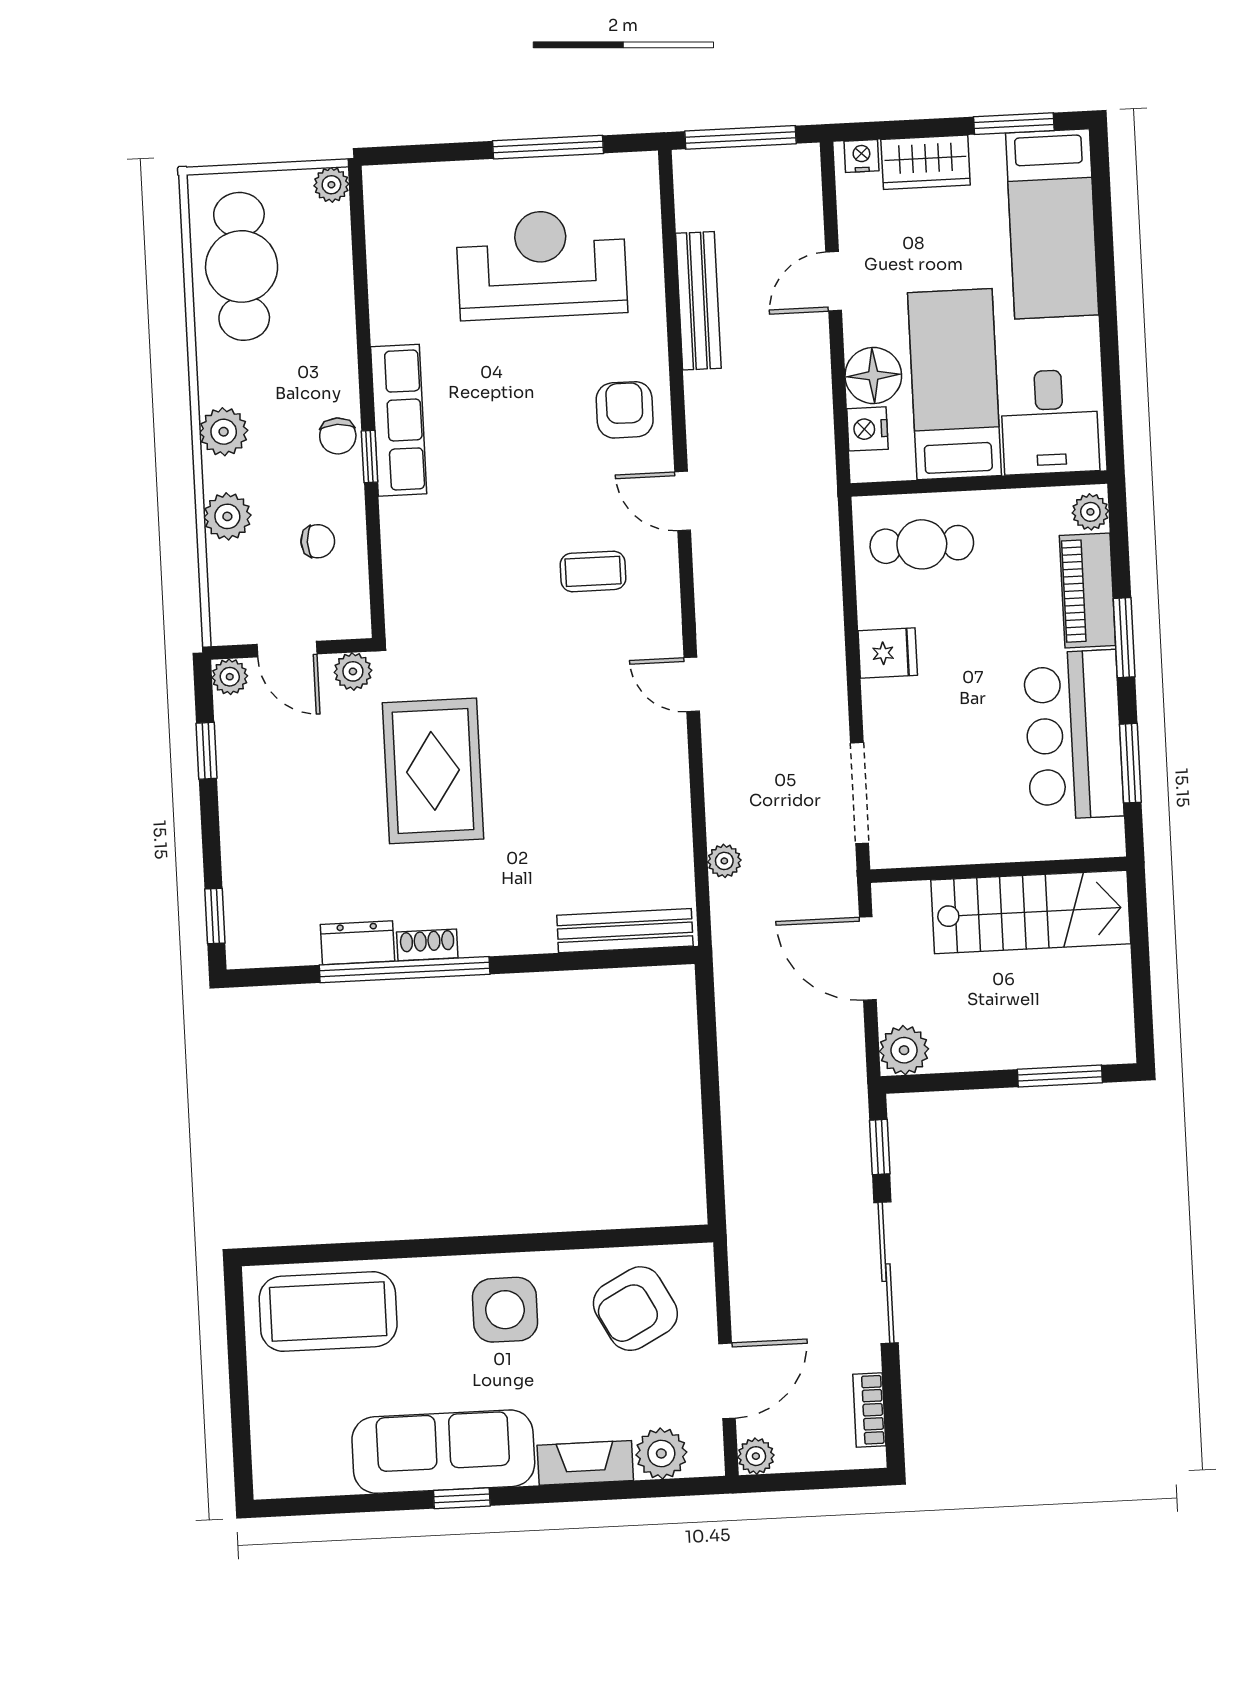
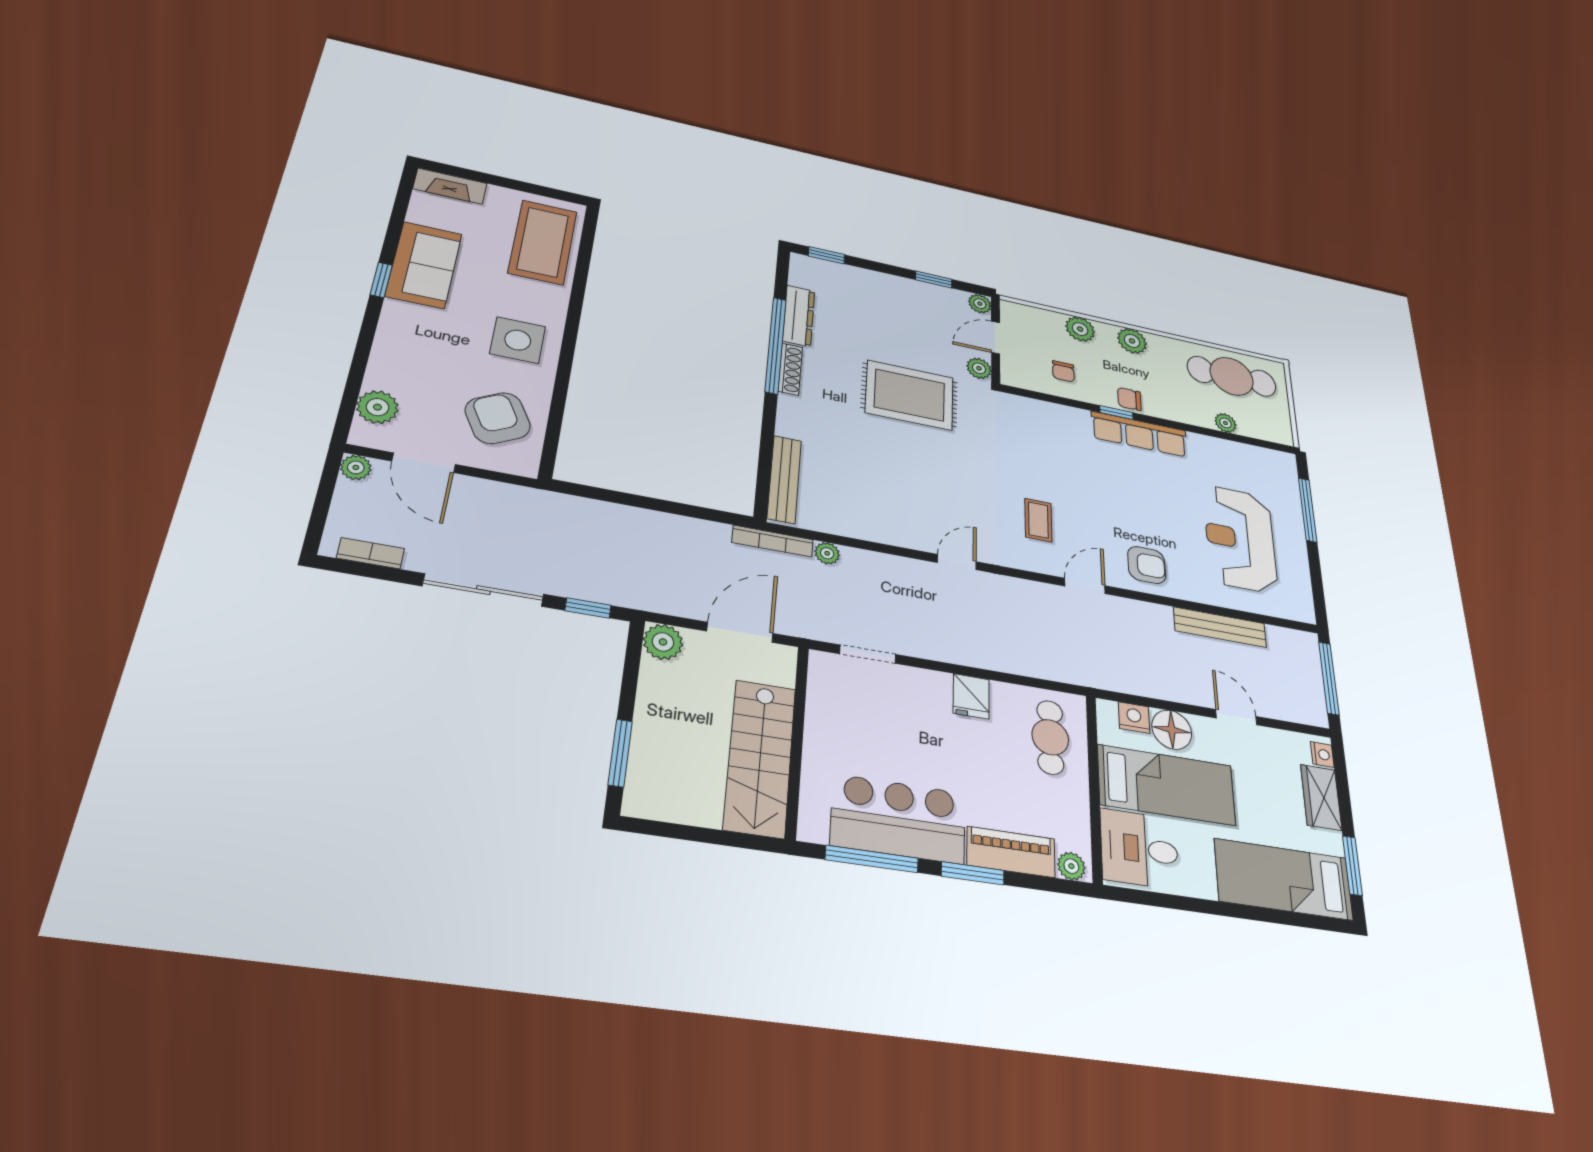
window: (548, 147) -> (1308, 510), moved
plant: (331, 185) -> (1225, 423), moved
reception desk: (542, 264) -> (1240, 539), turned 180
window: (1130, 763) -> (872, 859), width x1.44
doorway: (859, 793) -> (868, 654), width x0.73
bookcase: (725, 934) -> (773, 541), added
dresser: (358, 943) -> (799, 316), width x1.44
shoe rack: (427, 945) -> (790, 369), width x1.43
sofa: (443, 1452) -> (424, 265), width x0.73
fireplace: (585, 1463) -> (450, 186), moved, turned 90

